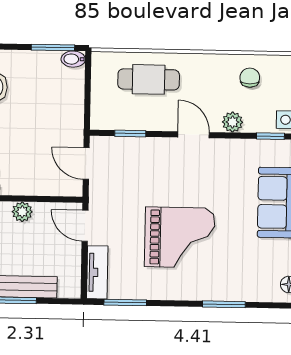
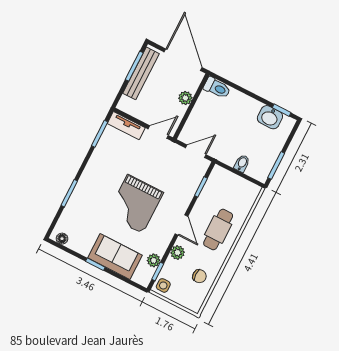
bidet: (73, 59) -> (242, 163), moved
cafe table: (149, 79) -> (218, 230), moved
door: (194, 135) -> (181, 225), hinge flipped
plant: (258, 149) -> (154, 260), added
grand piano: (180, 237) -> (135, 204), moved

